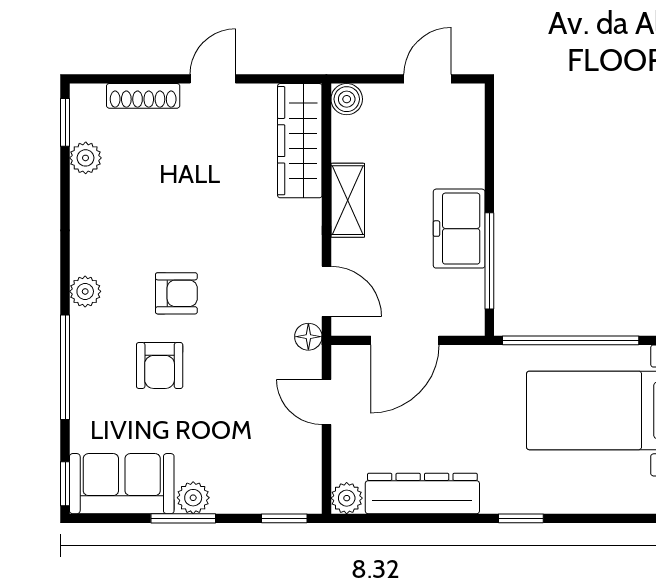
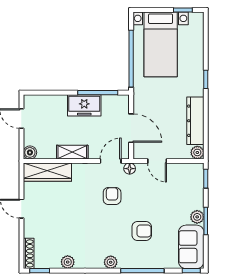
shoe rack: (143, 96) -> (29, 253), moved
plant: (86, 158) -> (68, 262), moved
armchair: (176, 293) -> (112, 196), moved
door: (326, 402) -> (157, 161), hinge flipped

